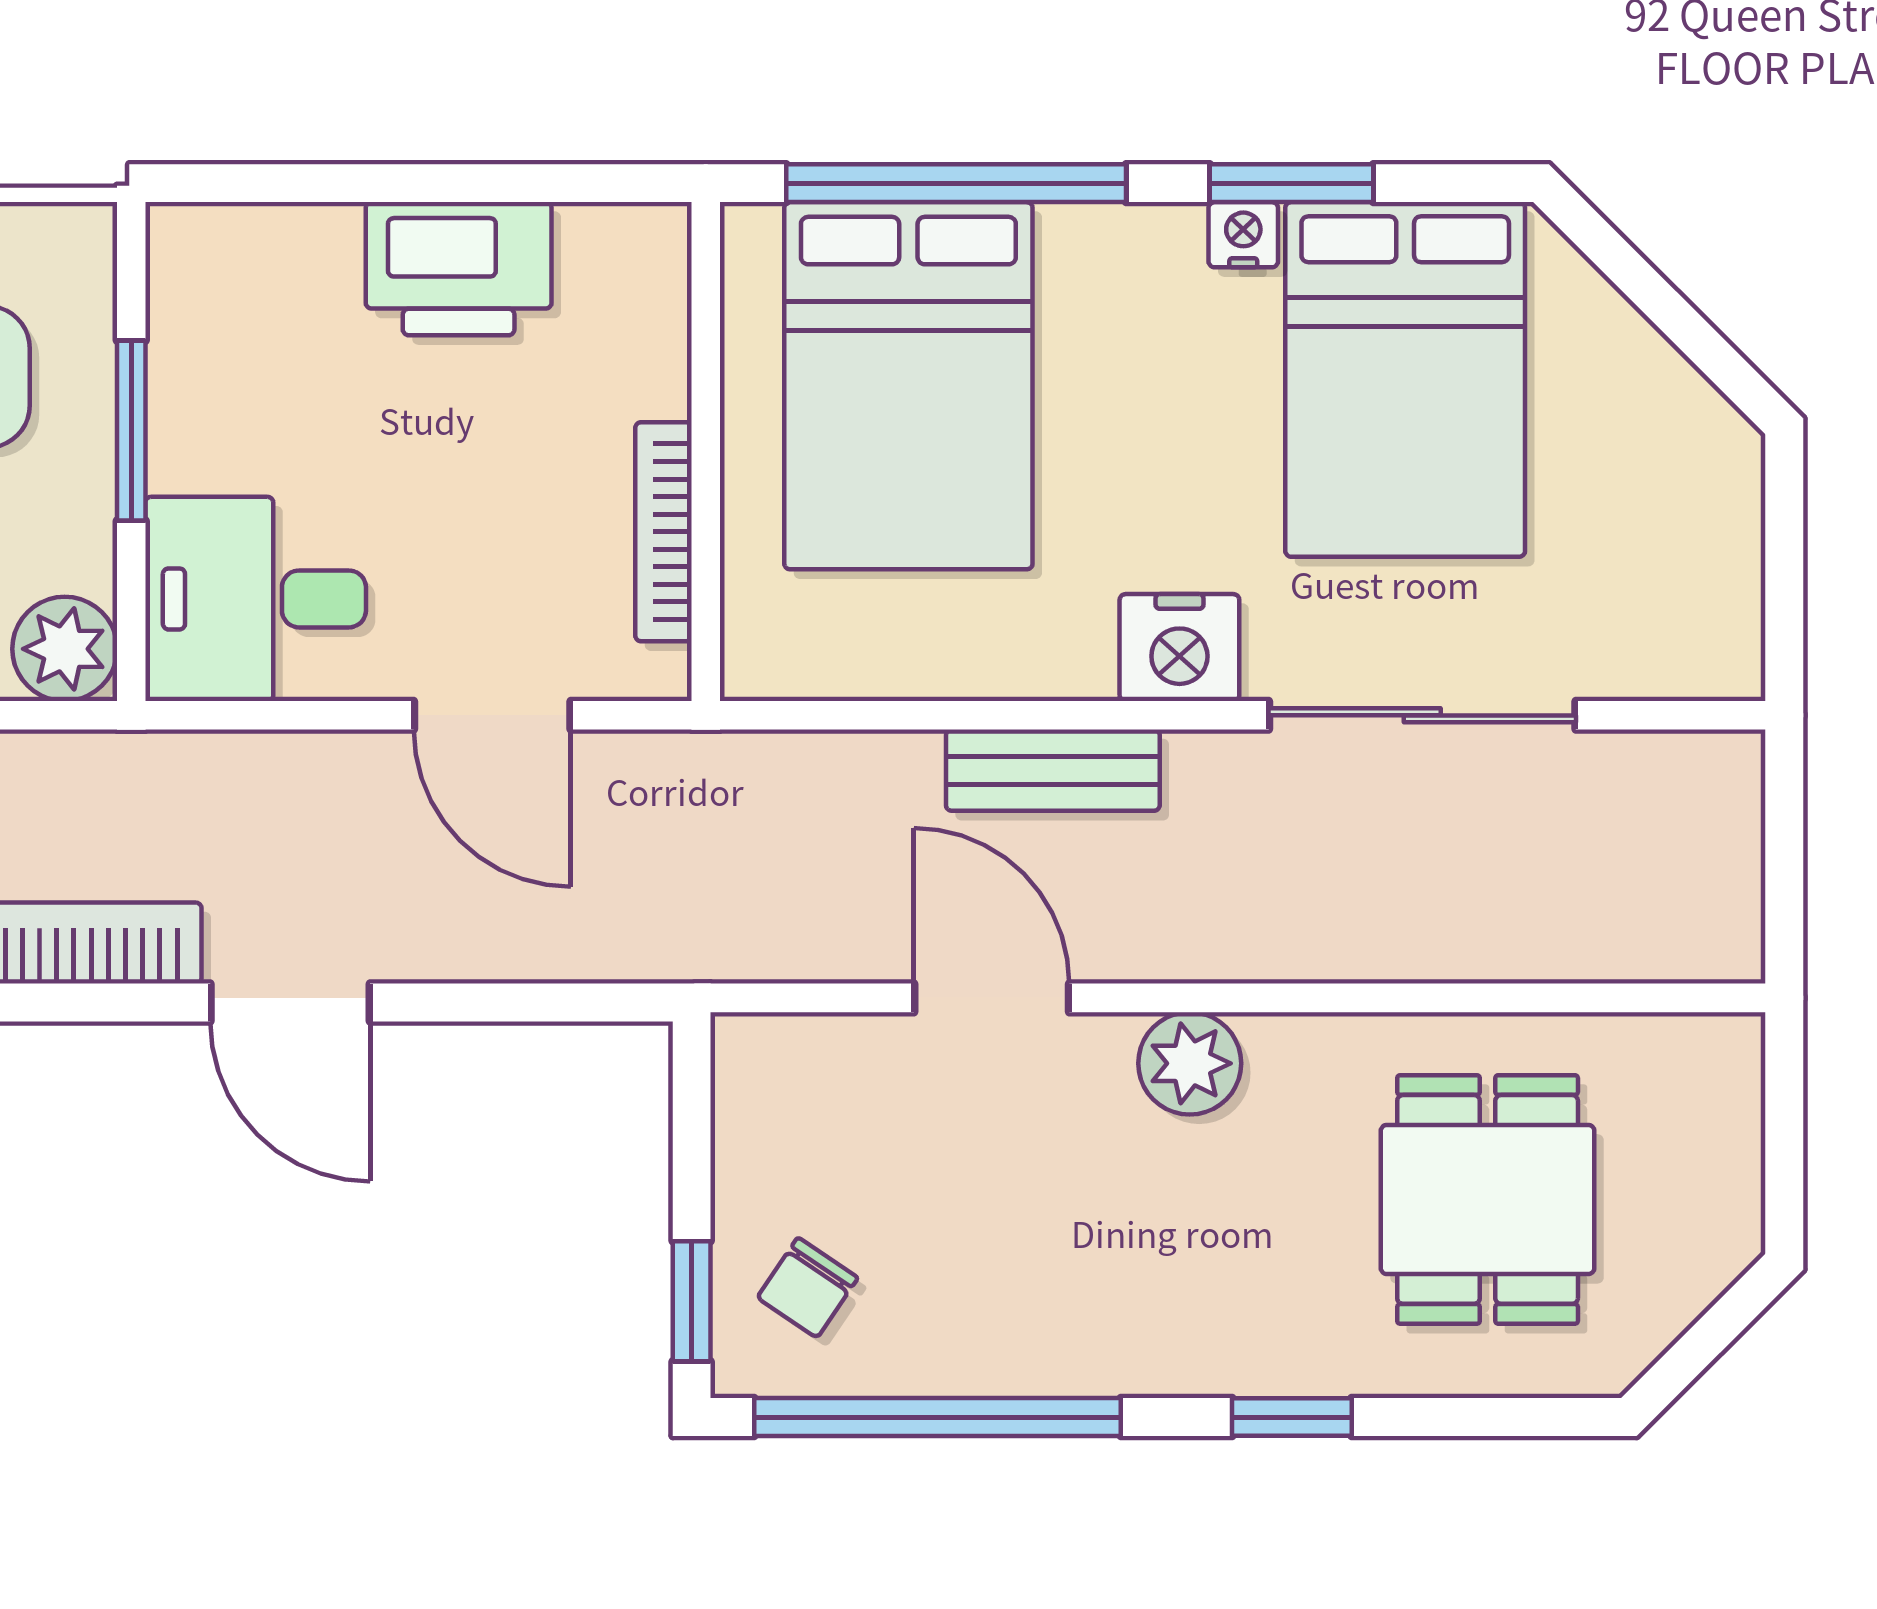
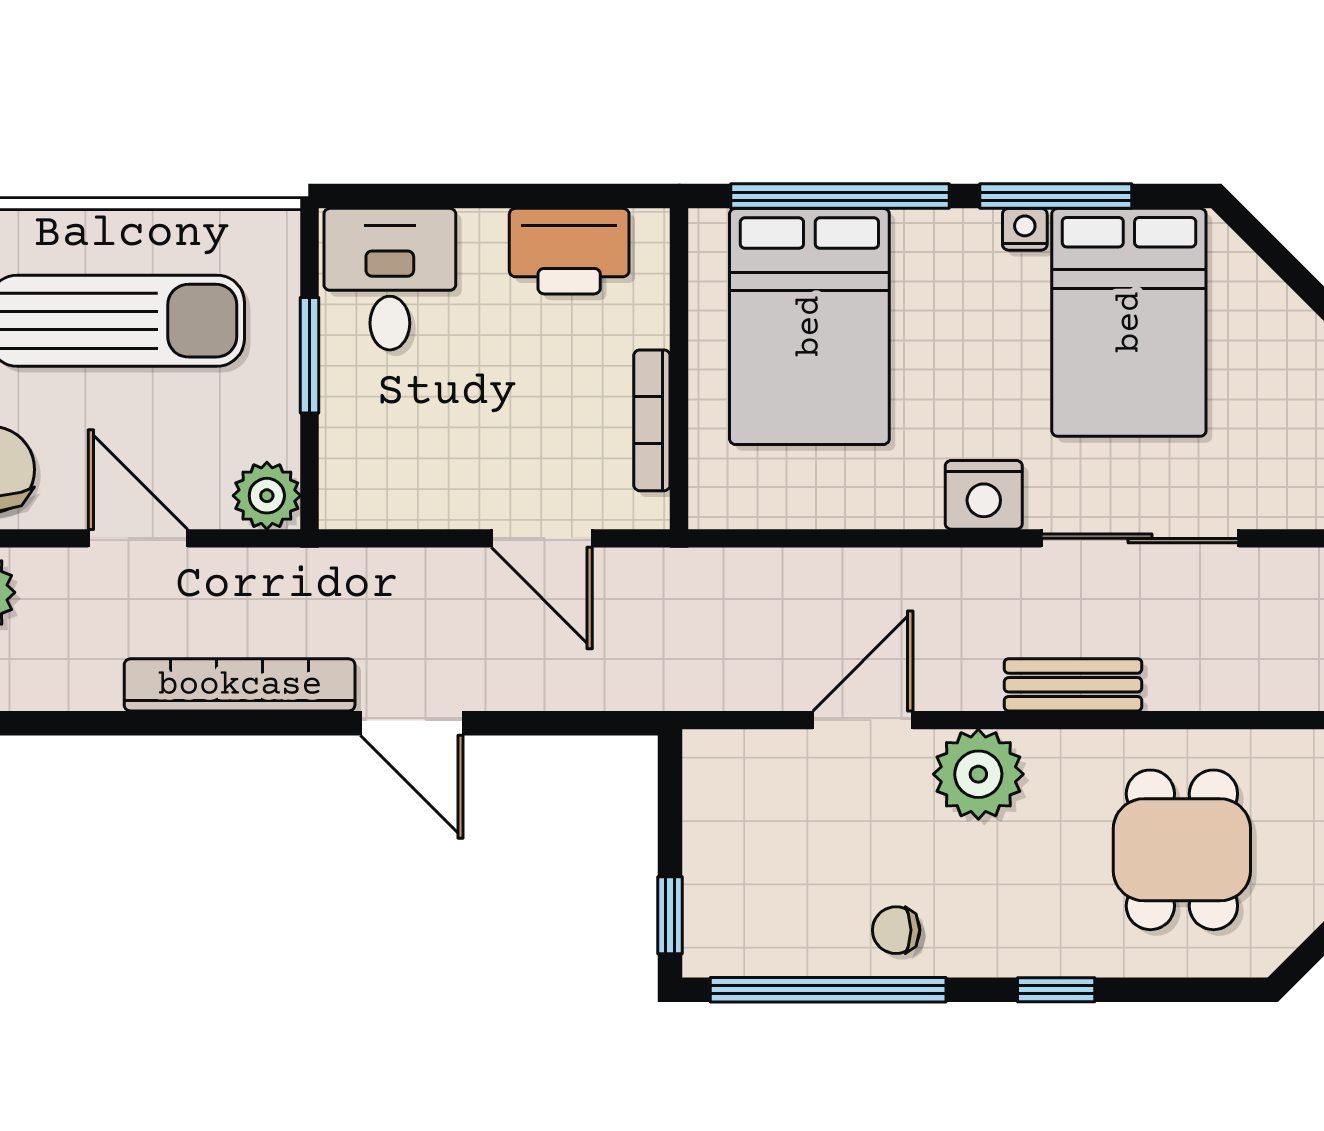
window: (1291, 183) -> (1056, 196), width x1.44
printer: (459, 269) -> (569, 251), moved
desk: (256, 599) -> (390, 279), moved, turned 90
bench: (1053, 770) -> (1073, 685), moved
door: (992, 998) -> (863, 720), hinge flipped
plant: (1190, 1063) -> (978, 774), width x1.36, depth x1.36
chair: (808, 1288) -> (896, 930), moved, turned 56

